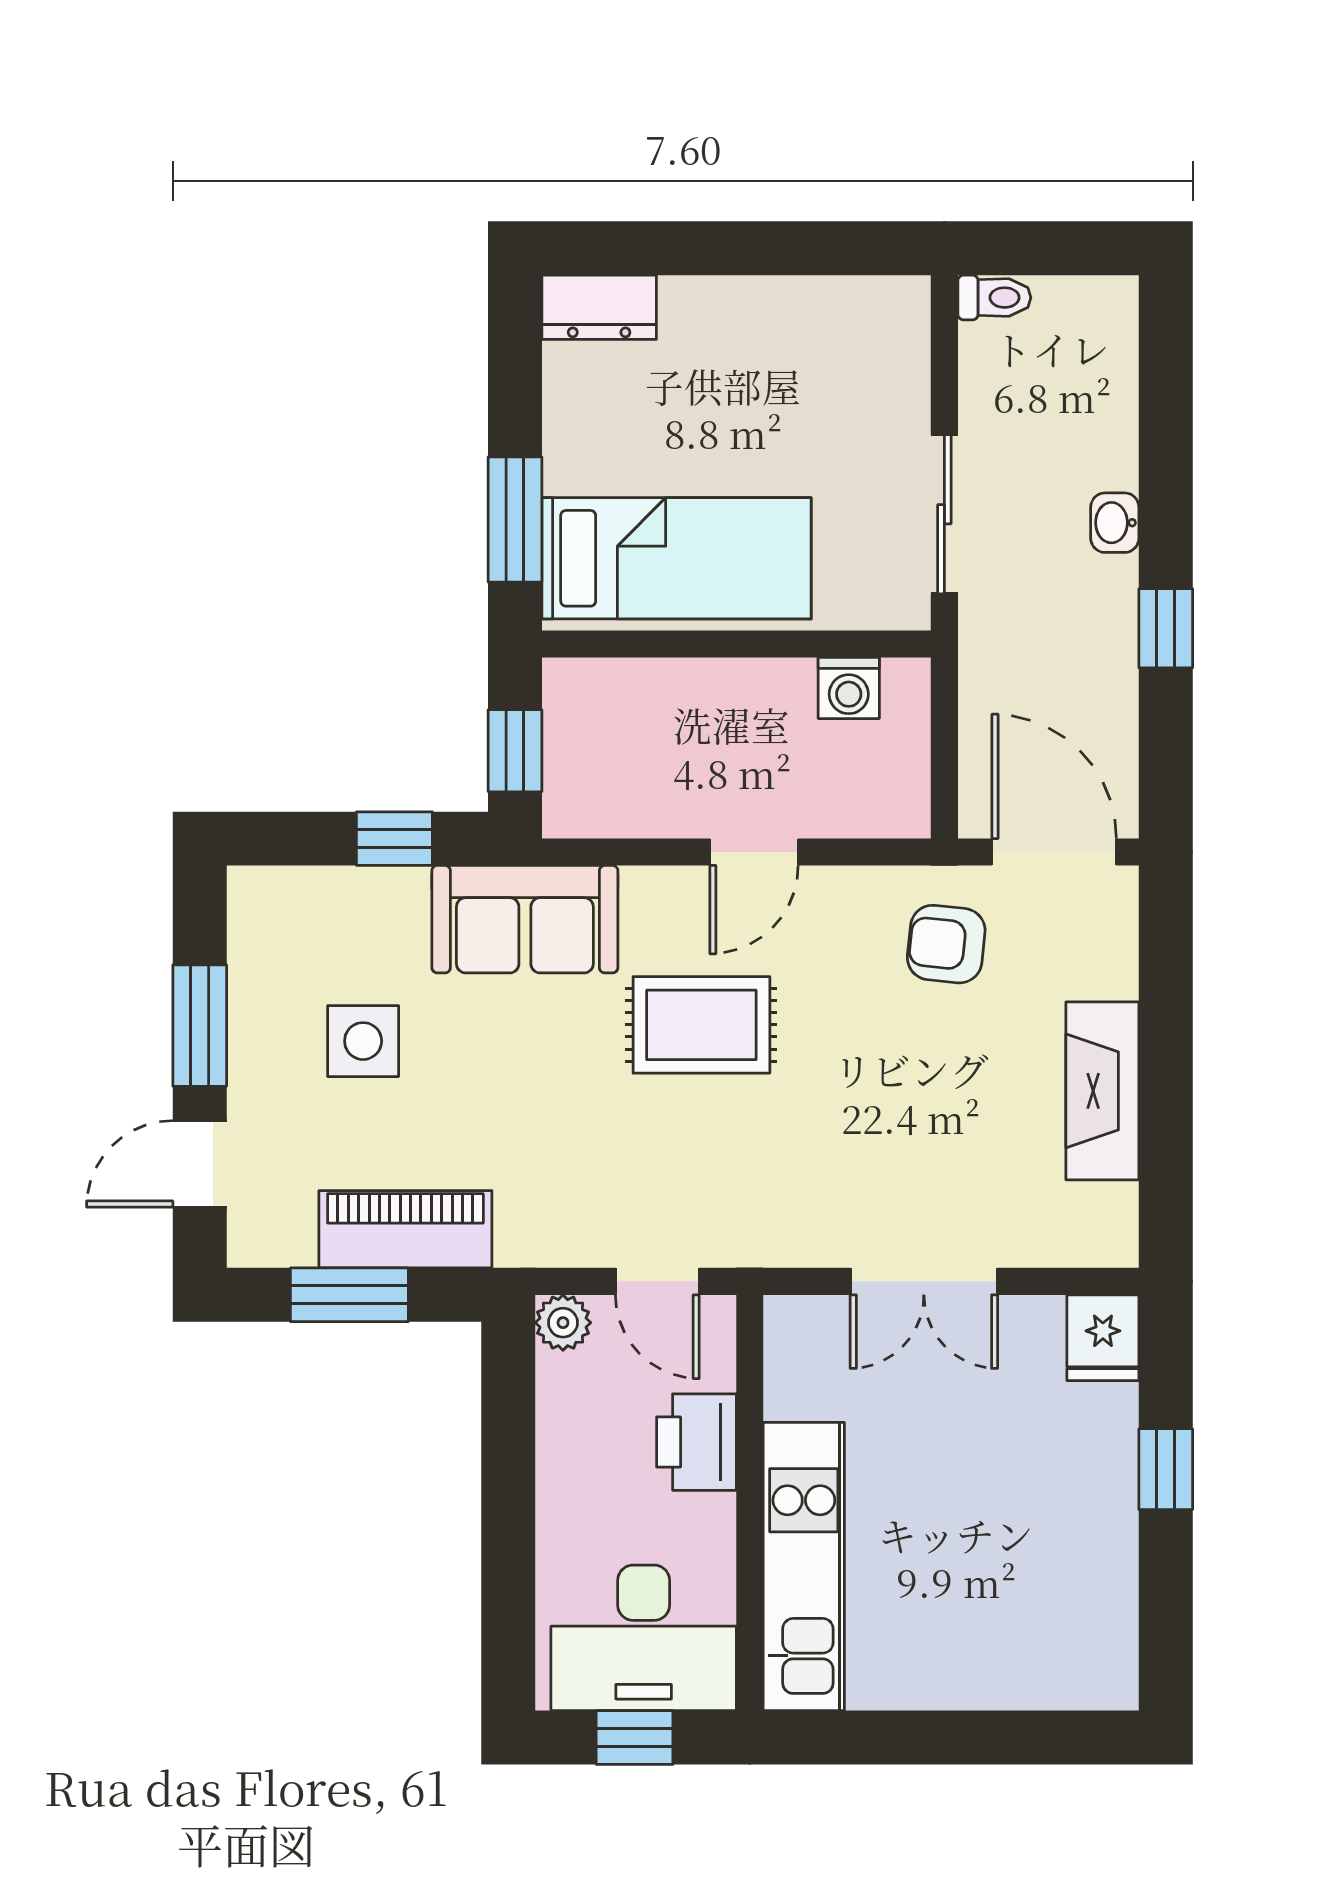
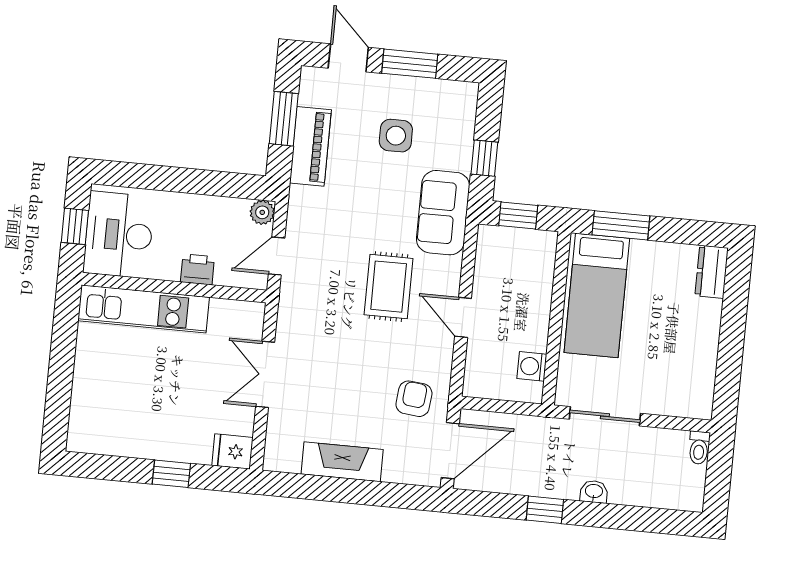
printer: (697, 1442) -> (197, 269), width x0.73, depth x0.81

